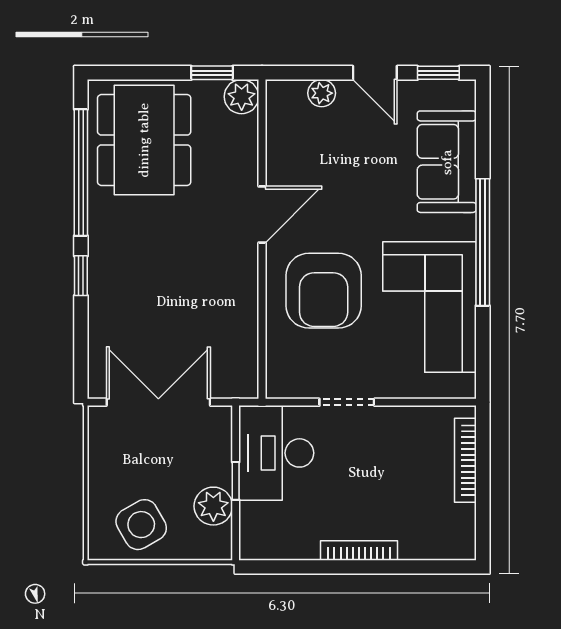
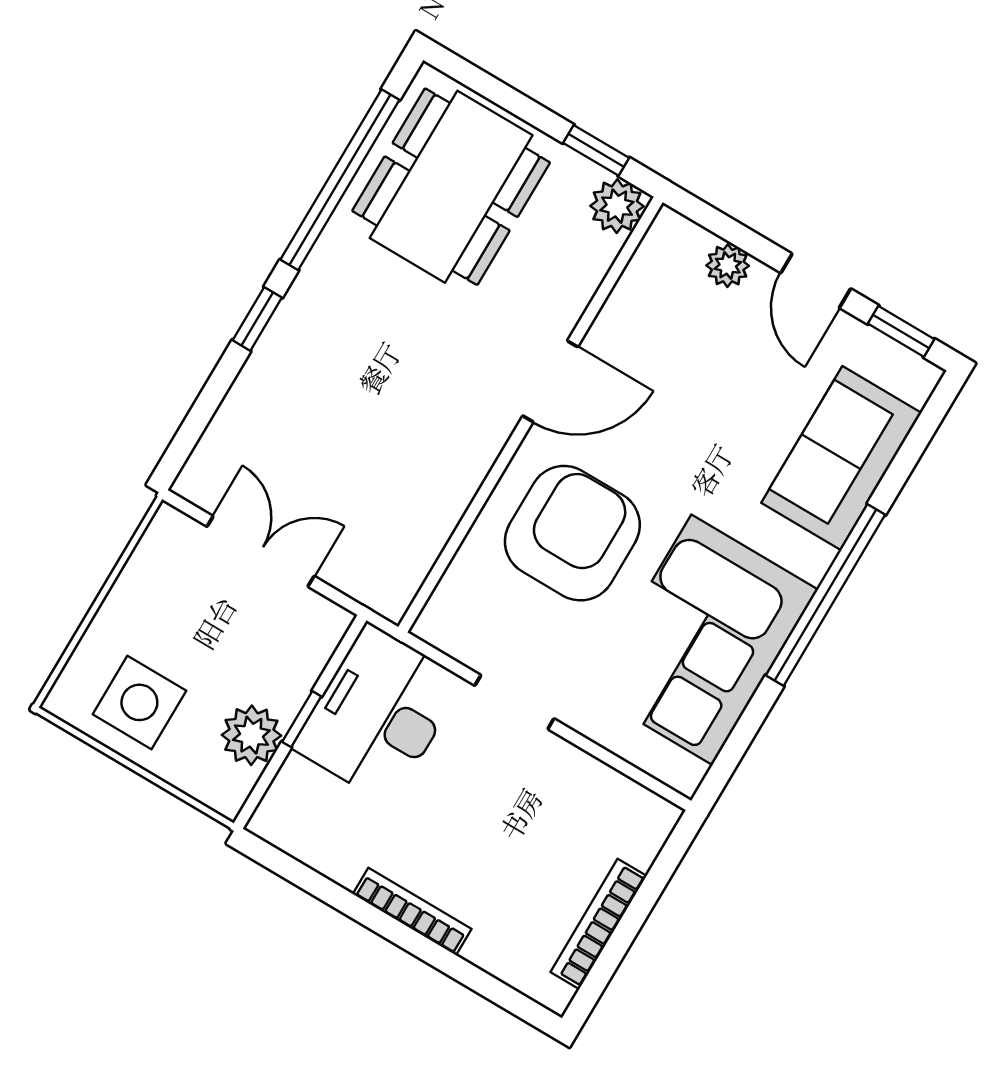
armchair: (324, 291) -> (572, 533), turned 180
double door: (158, 402) -> (261, 551), width x0.73
bookcase: (465, 460) -> (599, 924), moved
side table: (141, 525) -> (139, 702), turned 30

